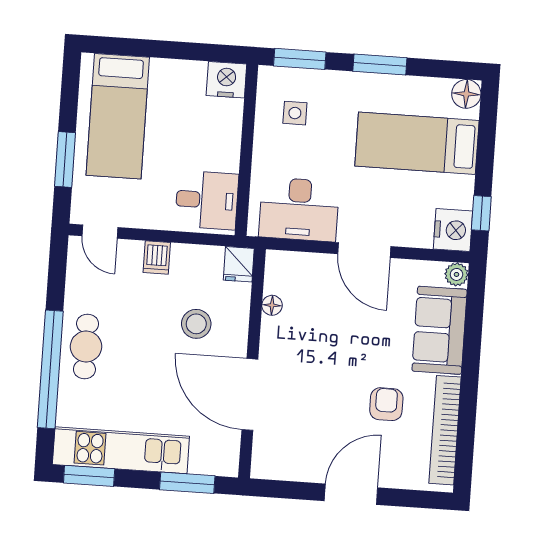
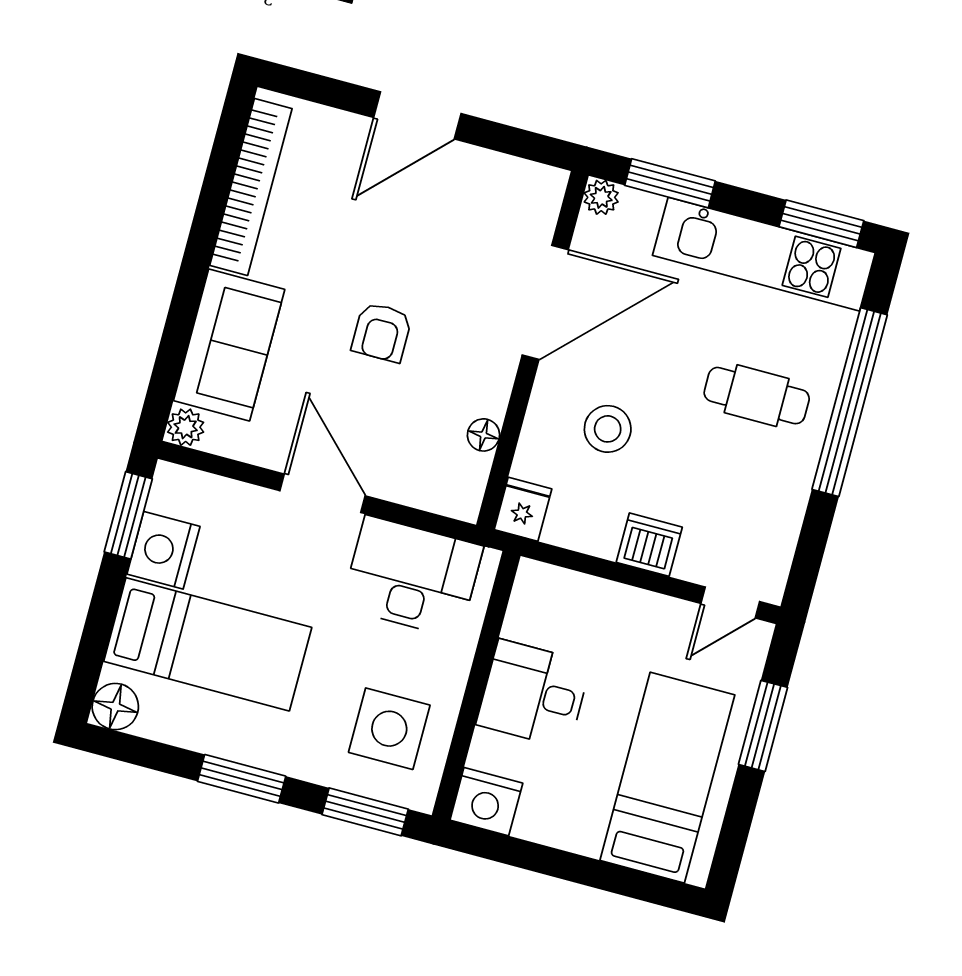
side table: (295, 113) -> (389, 729), width x1.87, depth x1.87
desk: (207, 200) -> (534, 694), moved
window: (481, 213) -> (128, 515), width x1.50
nightstand: (453, 230) -> (163, 550), moved
door: (100, 232) -> (730, 602), swing flipped
dishwasher: (157, 258) -> (649, 545), width x1.38
cafe table: (86, 347) -> (757, 396), moved, turned 90
door: (250, 394) -> (545, 302), hinge flipped
armchair: (386, 404) -> (382, 332), moved
plant: (228, 466) -> (601, 197), added

